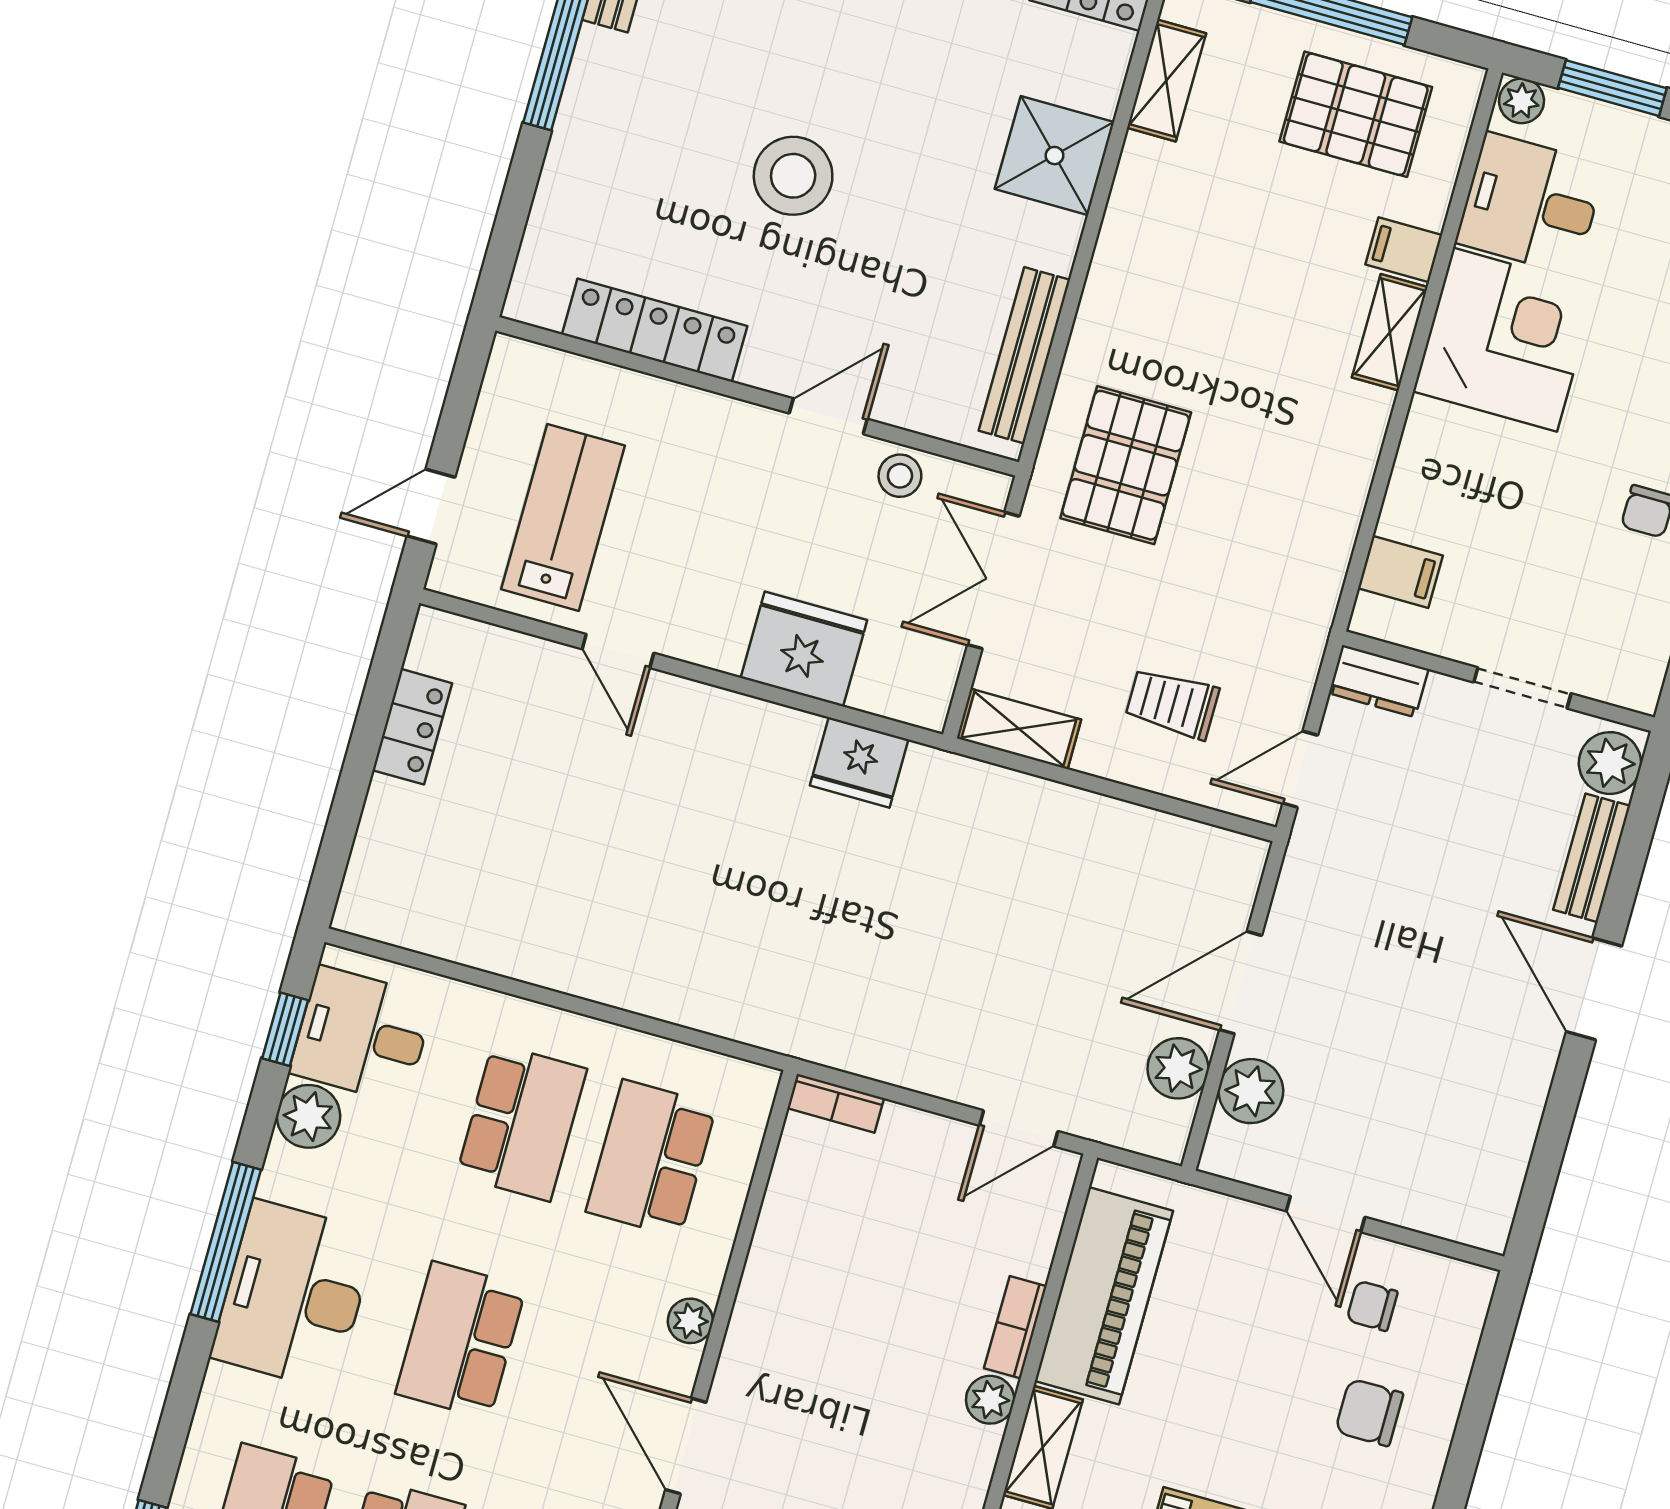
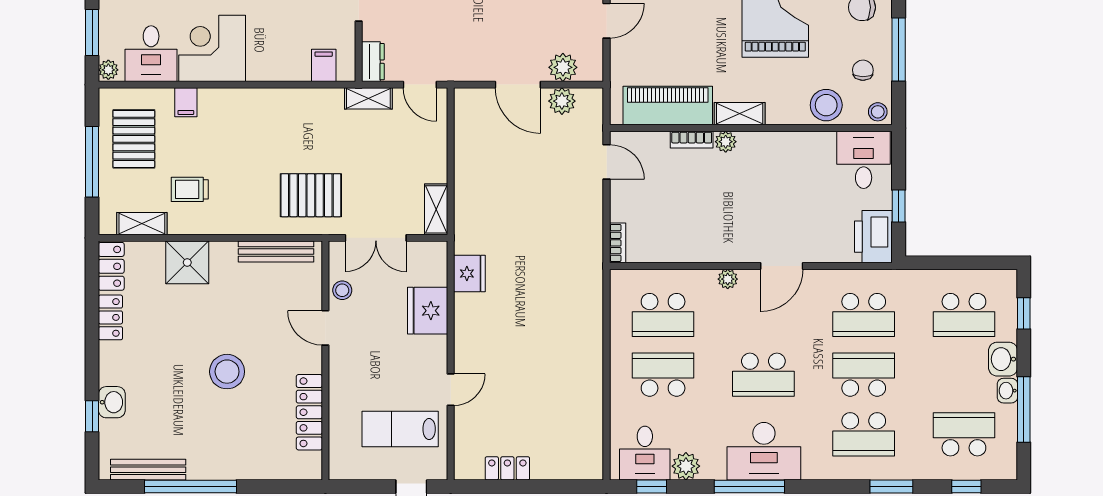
shelving: (1390, 332) -> (368, 98), moved
trolley: (1172, 703) -> (190, 189), moved, turned 90

